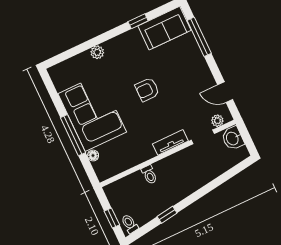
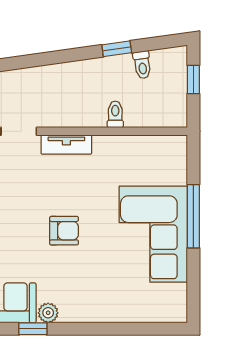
plant: (97, 52) -> (48, 313), moved
floor lamp: (93, 156) -> (179, 176), removed
toilet: (130, 224) -> (142, 65), moved

